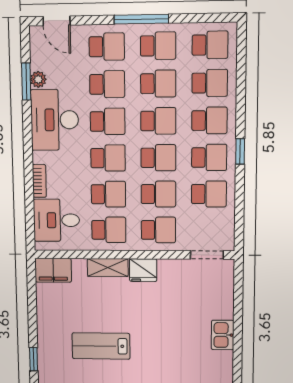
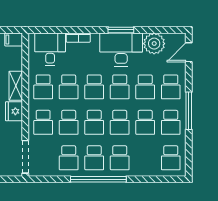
plant: (38, 79) -> (154, 44), width x1.87, depth x1.87
window: (26, 82) -> (121, 30), moved
school desk: (210, 83) -> (145, 158), removed
window: (240, 151) -> (98, 179), width x3.17
doorway: (207, 255) -> (25, 157), width x1.38
filing cabinet: (53, 270) -> (14, 39), width x0.50

